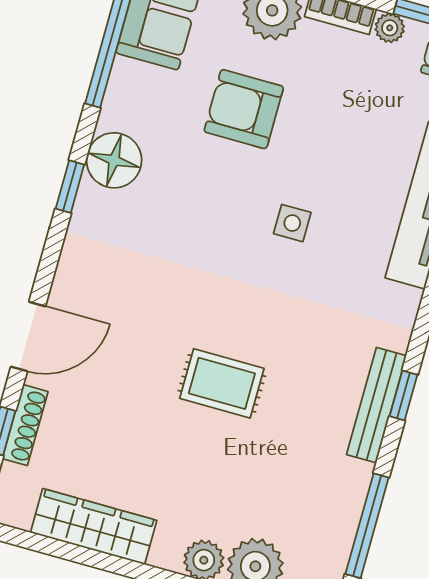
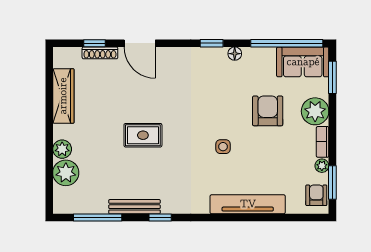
floor lamp: (114, 160) -> (235, 54), width x0.53, depth x0.53
rug: (222, 383) -> (143, 135), turned 90
bench: (376, 405) -> (134, 207), moved

